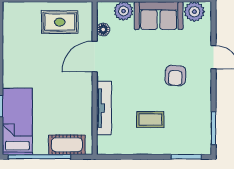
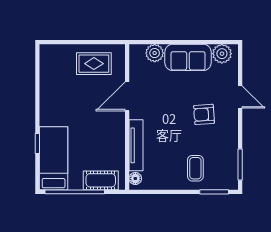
floor lamp: (103, 30) -> (135, 178), moved
armchair: (175, 75) -> (204, 114), turned 82
coffee table: (150, 120) -> (195, 168), moved, turned 90

